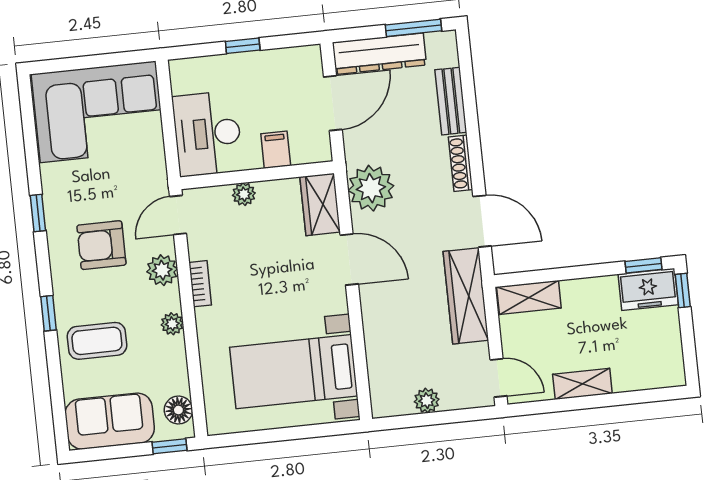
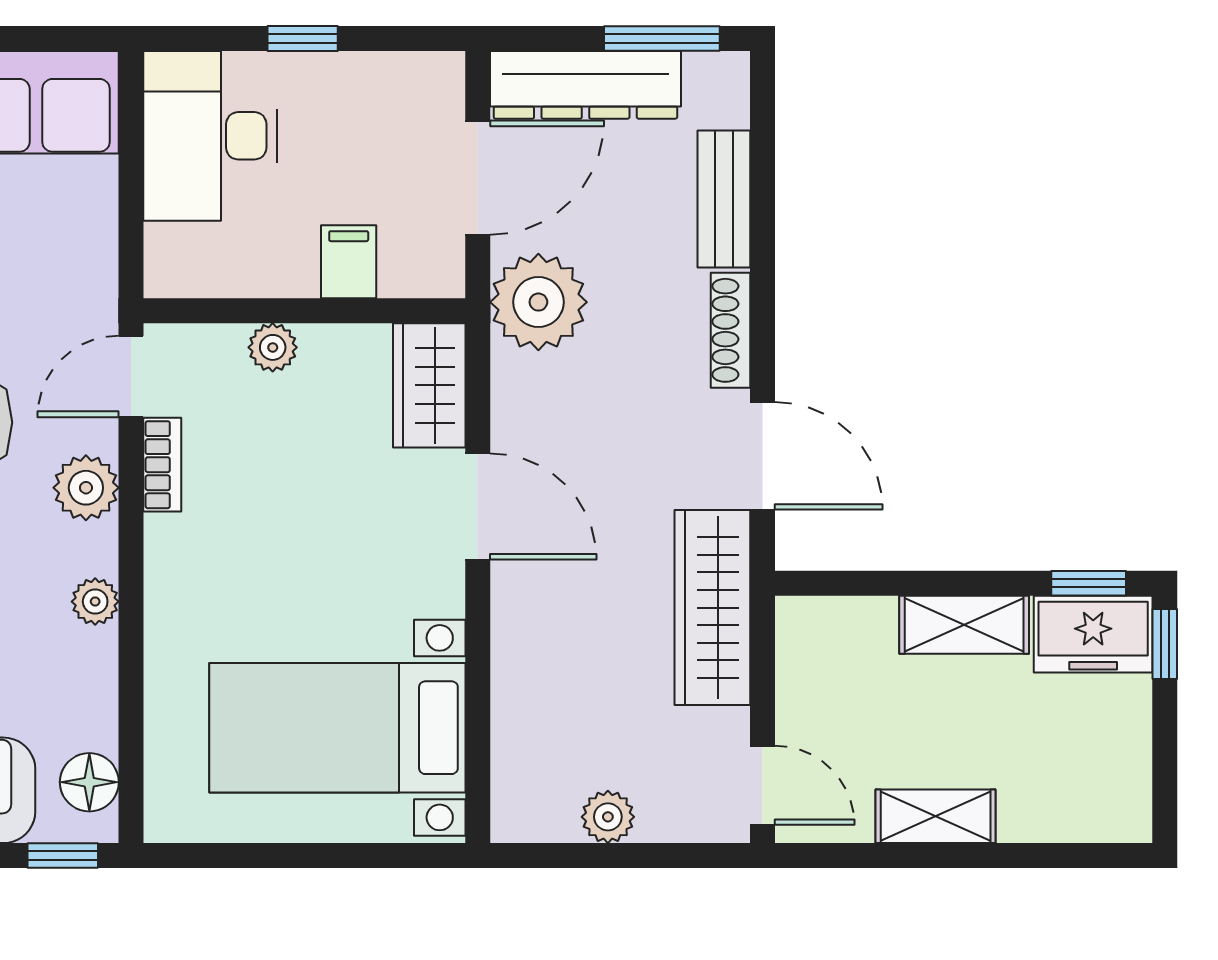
desk: (207, 134) -> (210, 136), moved
plant: (371, 188) -> (538, 302), moved
bookcase: (200, 284) -> (162, 465), moved
shelving: (529, 297) -> (964, 625), moved

